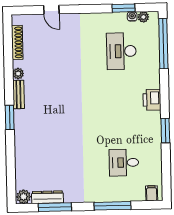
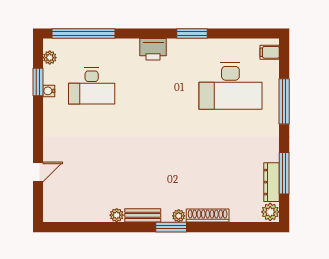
water cooler: (132, 17) -> (49, 91), moved
shoe rack: (17, 42) -> (208, 216), moved
plant: (19, 123) -> (179, 216), added
desk: (124, 162) -> (230, 86), width x1.87, depth x1.30

